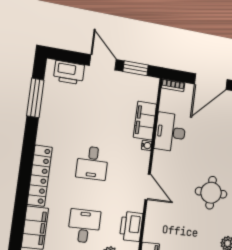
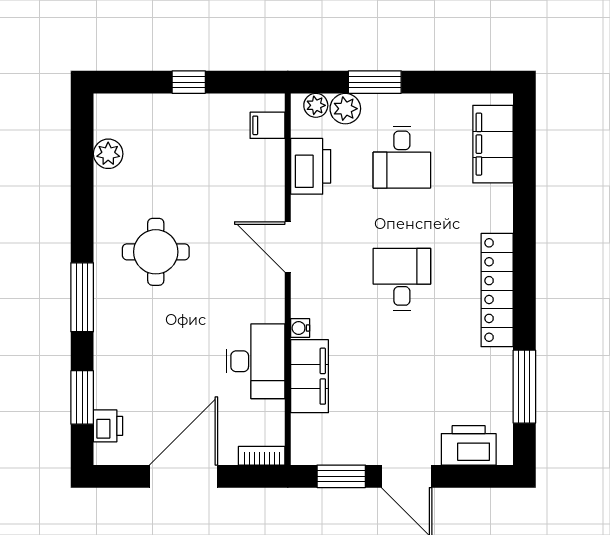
locker: (40, 176) -> (497, 290), moved

